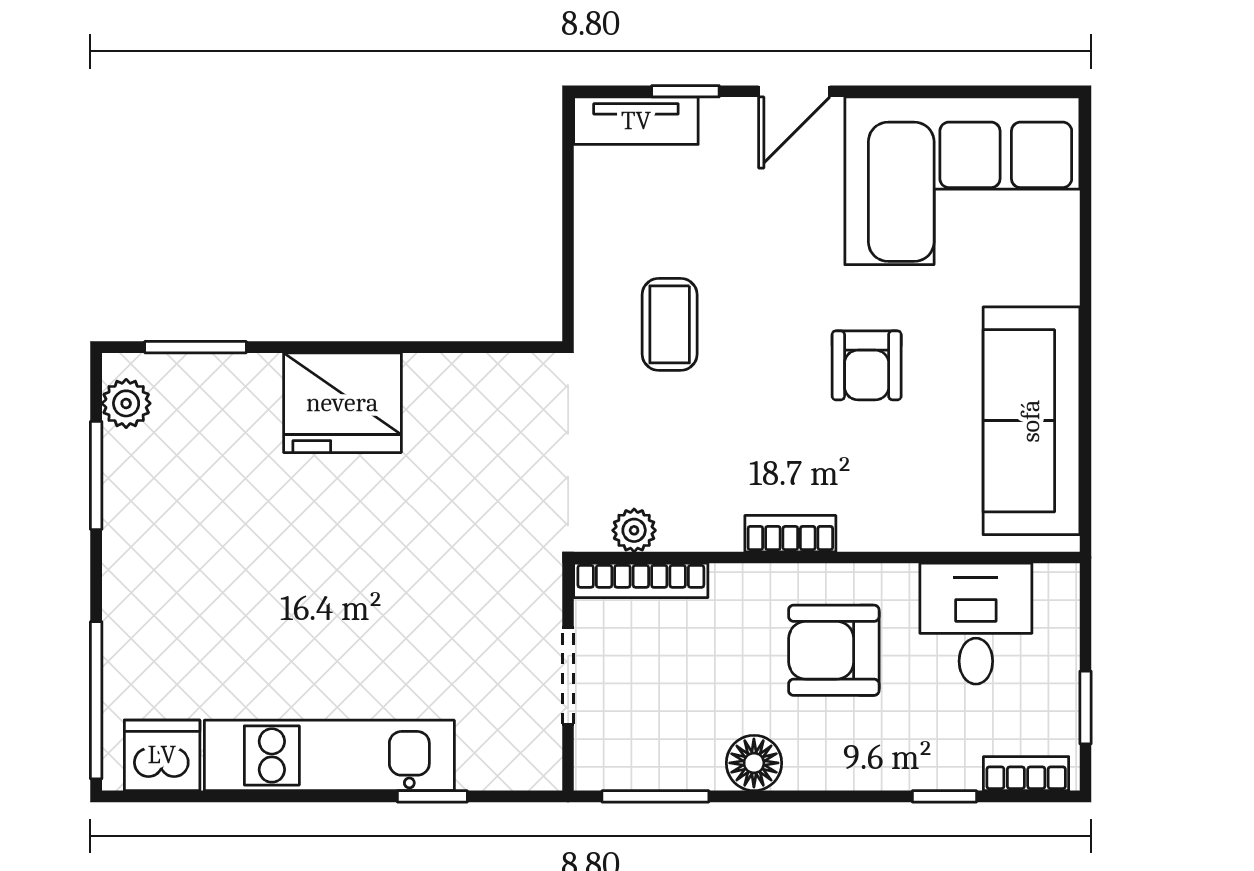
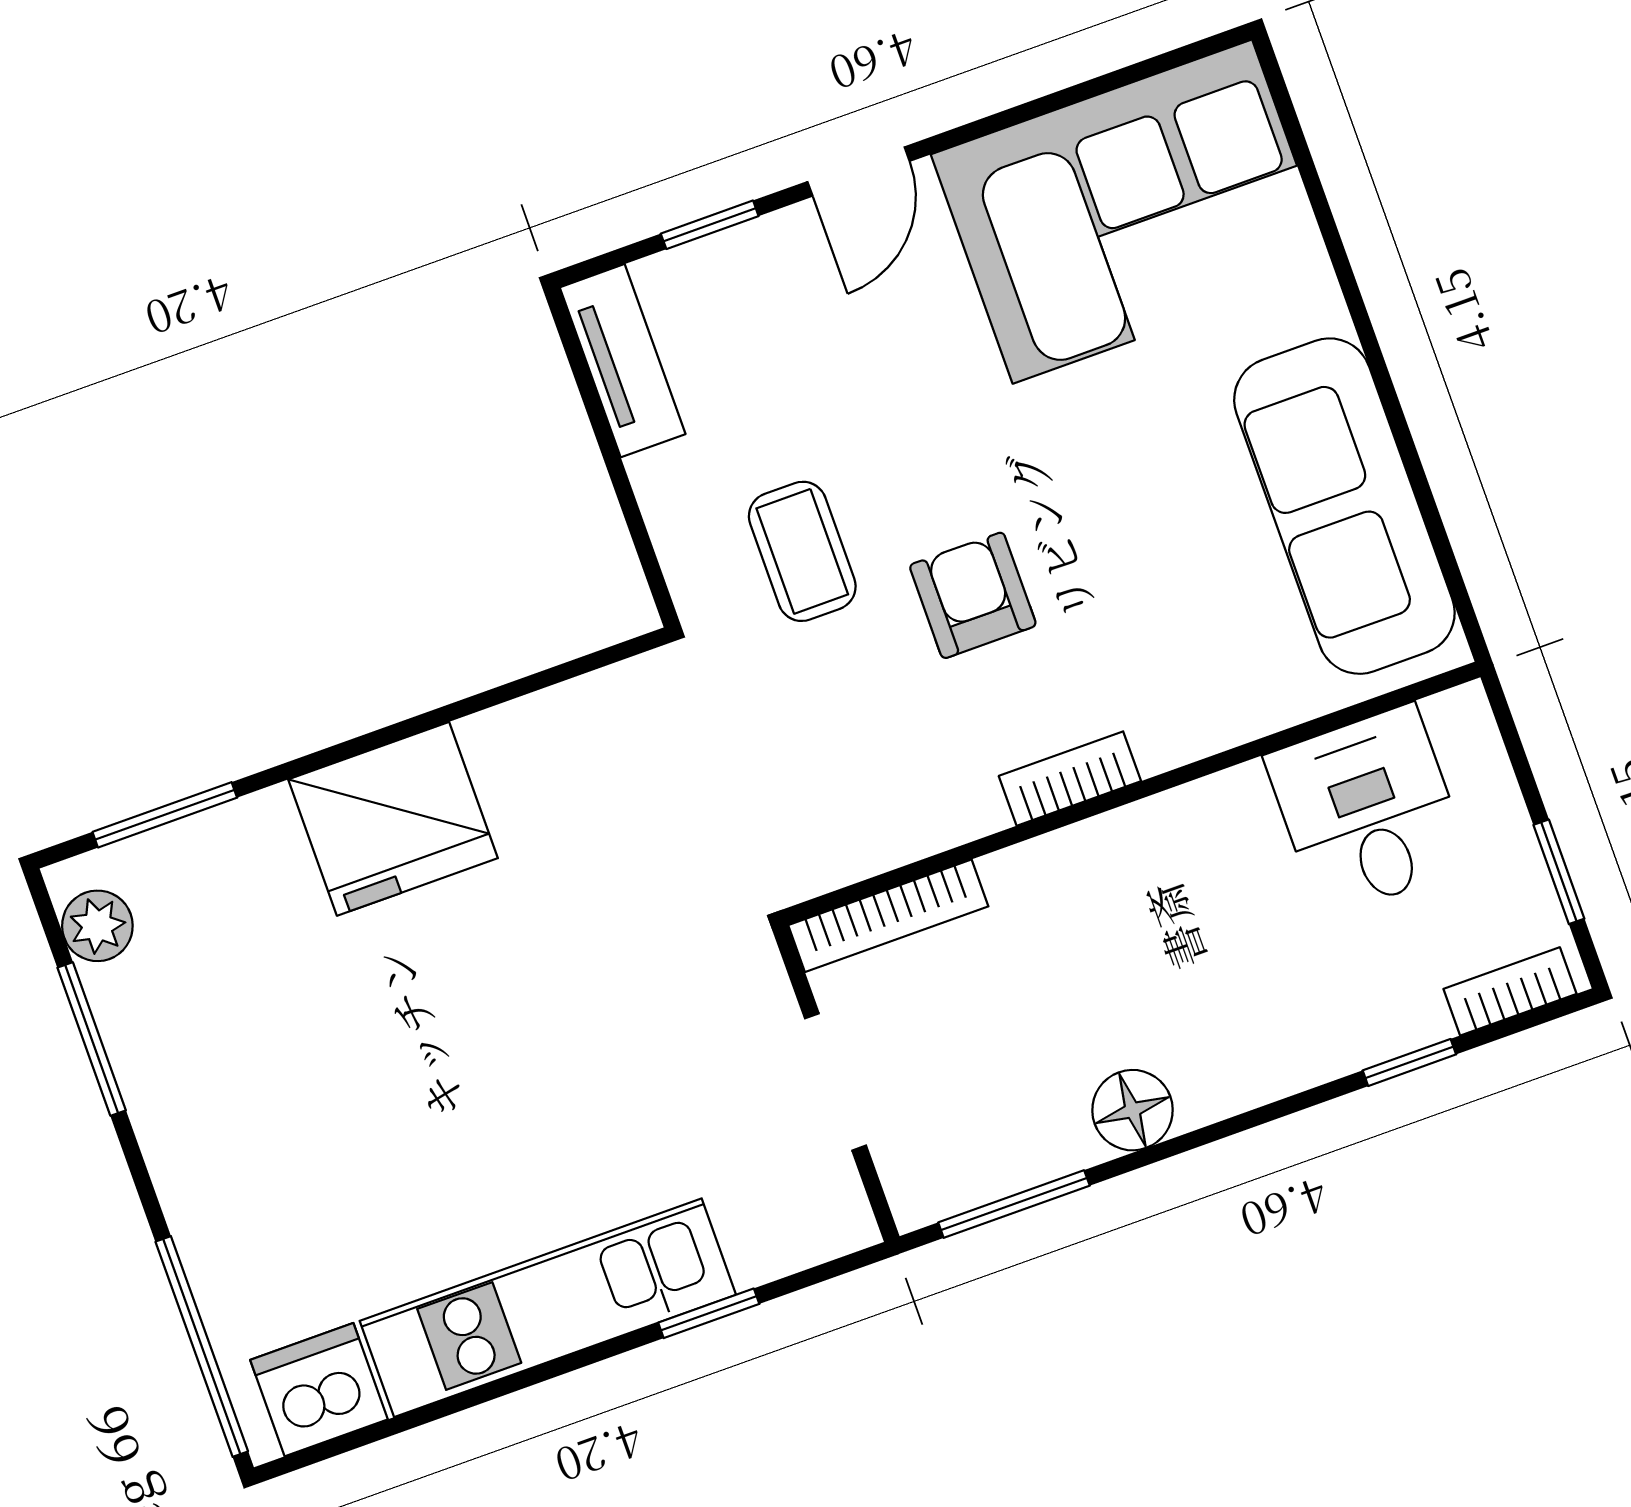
tv unit: (636, 121) -> (623, 361), moved, turned -90
armchair: (867, 365) -> (973, 595), moved, turned 180
plant: (634, 530) -> (854, 851), removed
armchair: (834, 650) -> (1187, 917), removed

